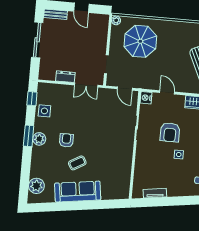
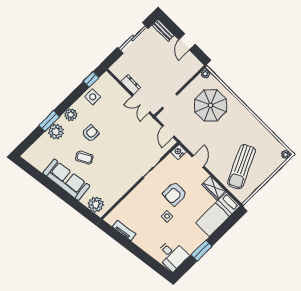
window: (29, 136) -> (49, 121), moved
plant: (36, 186) -> (56, 132), moved
plant: (116, 192) -> (96, 204), added

